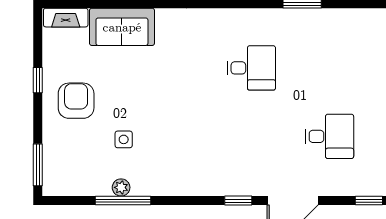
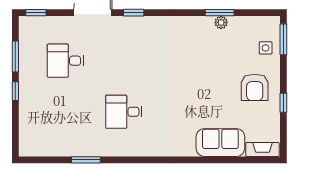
side table: (124, 139) -> (266, 48), moved
window: (123, 201) -> (220, 13), width x0.69

